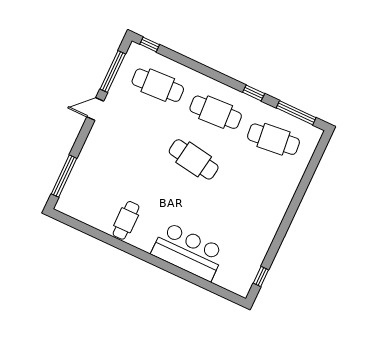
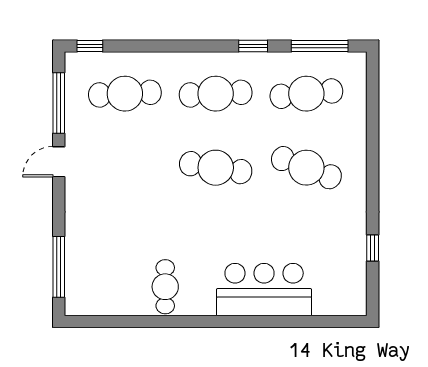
cafe table: (251, 186) -> (306, 168), added
window: (261, 277) -> (373, 248), moved

